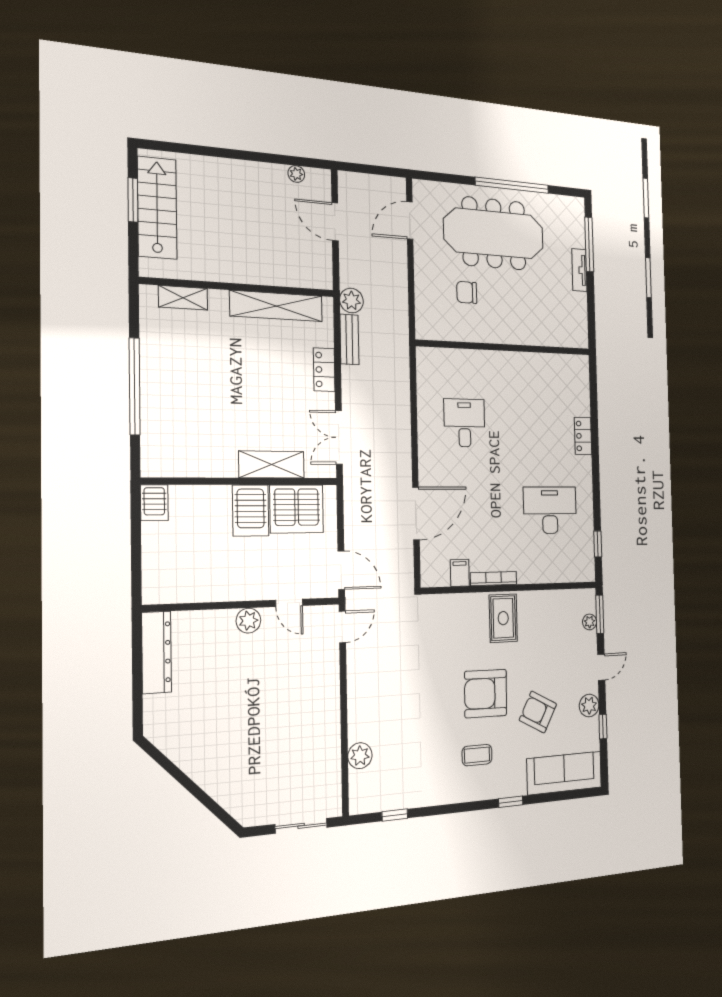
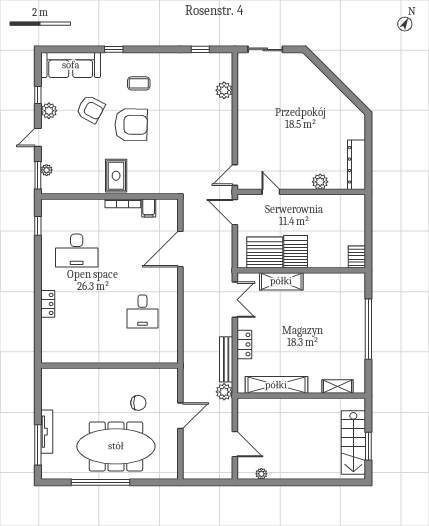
door: (410, 221) -> (180, 416), moved
tv unit: (579, 270) -> (47, 432), width x1.41
bench: (349, 339) -> (226, 359), width x1.36
plant: (248, 621) -> (320, 182), moved

